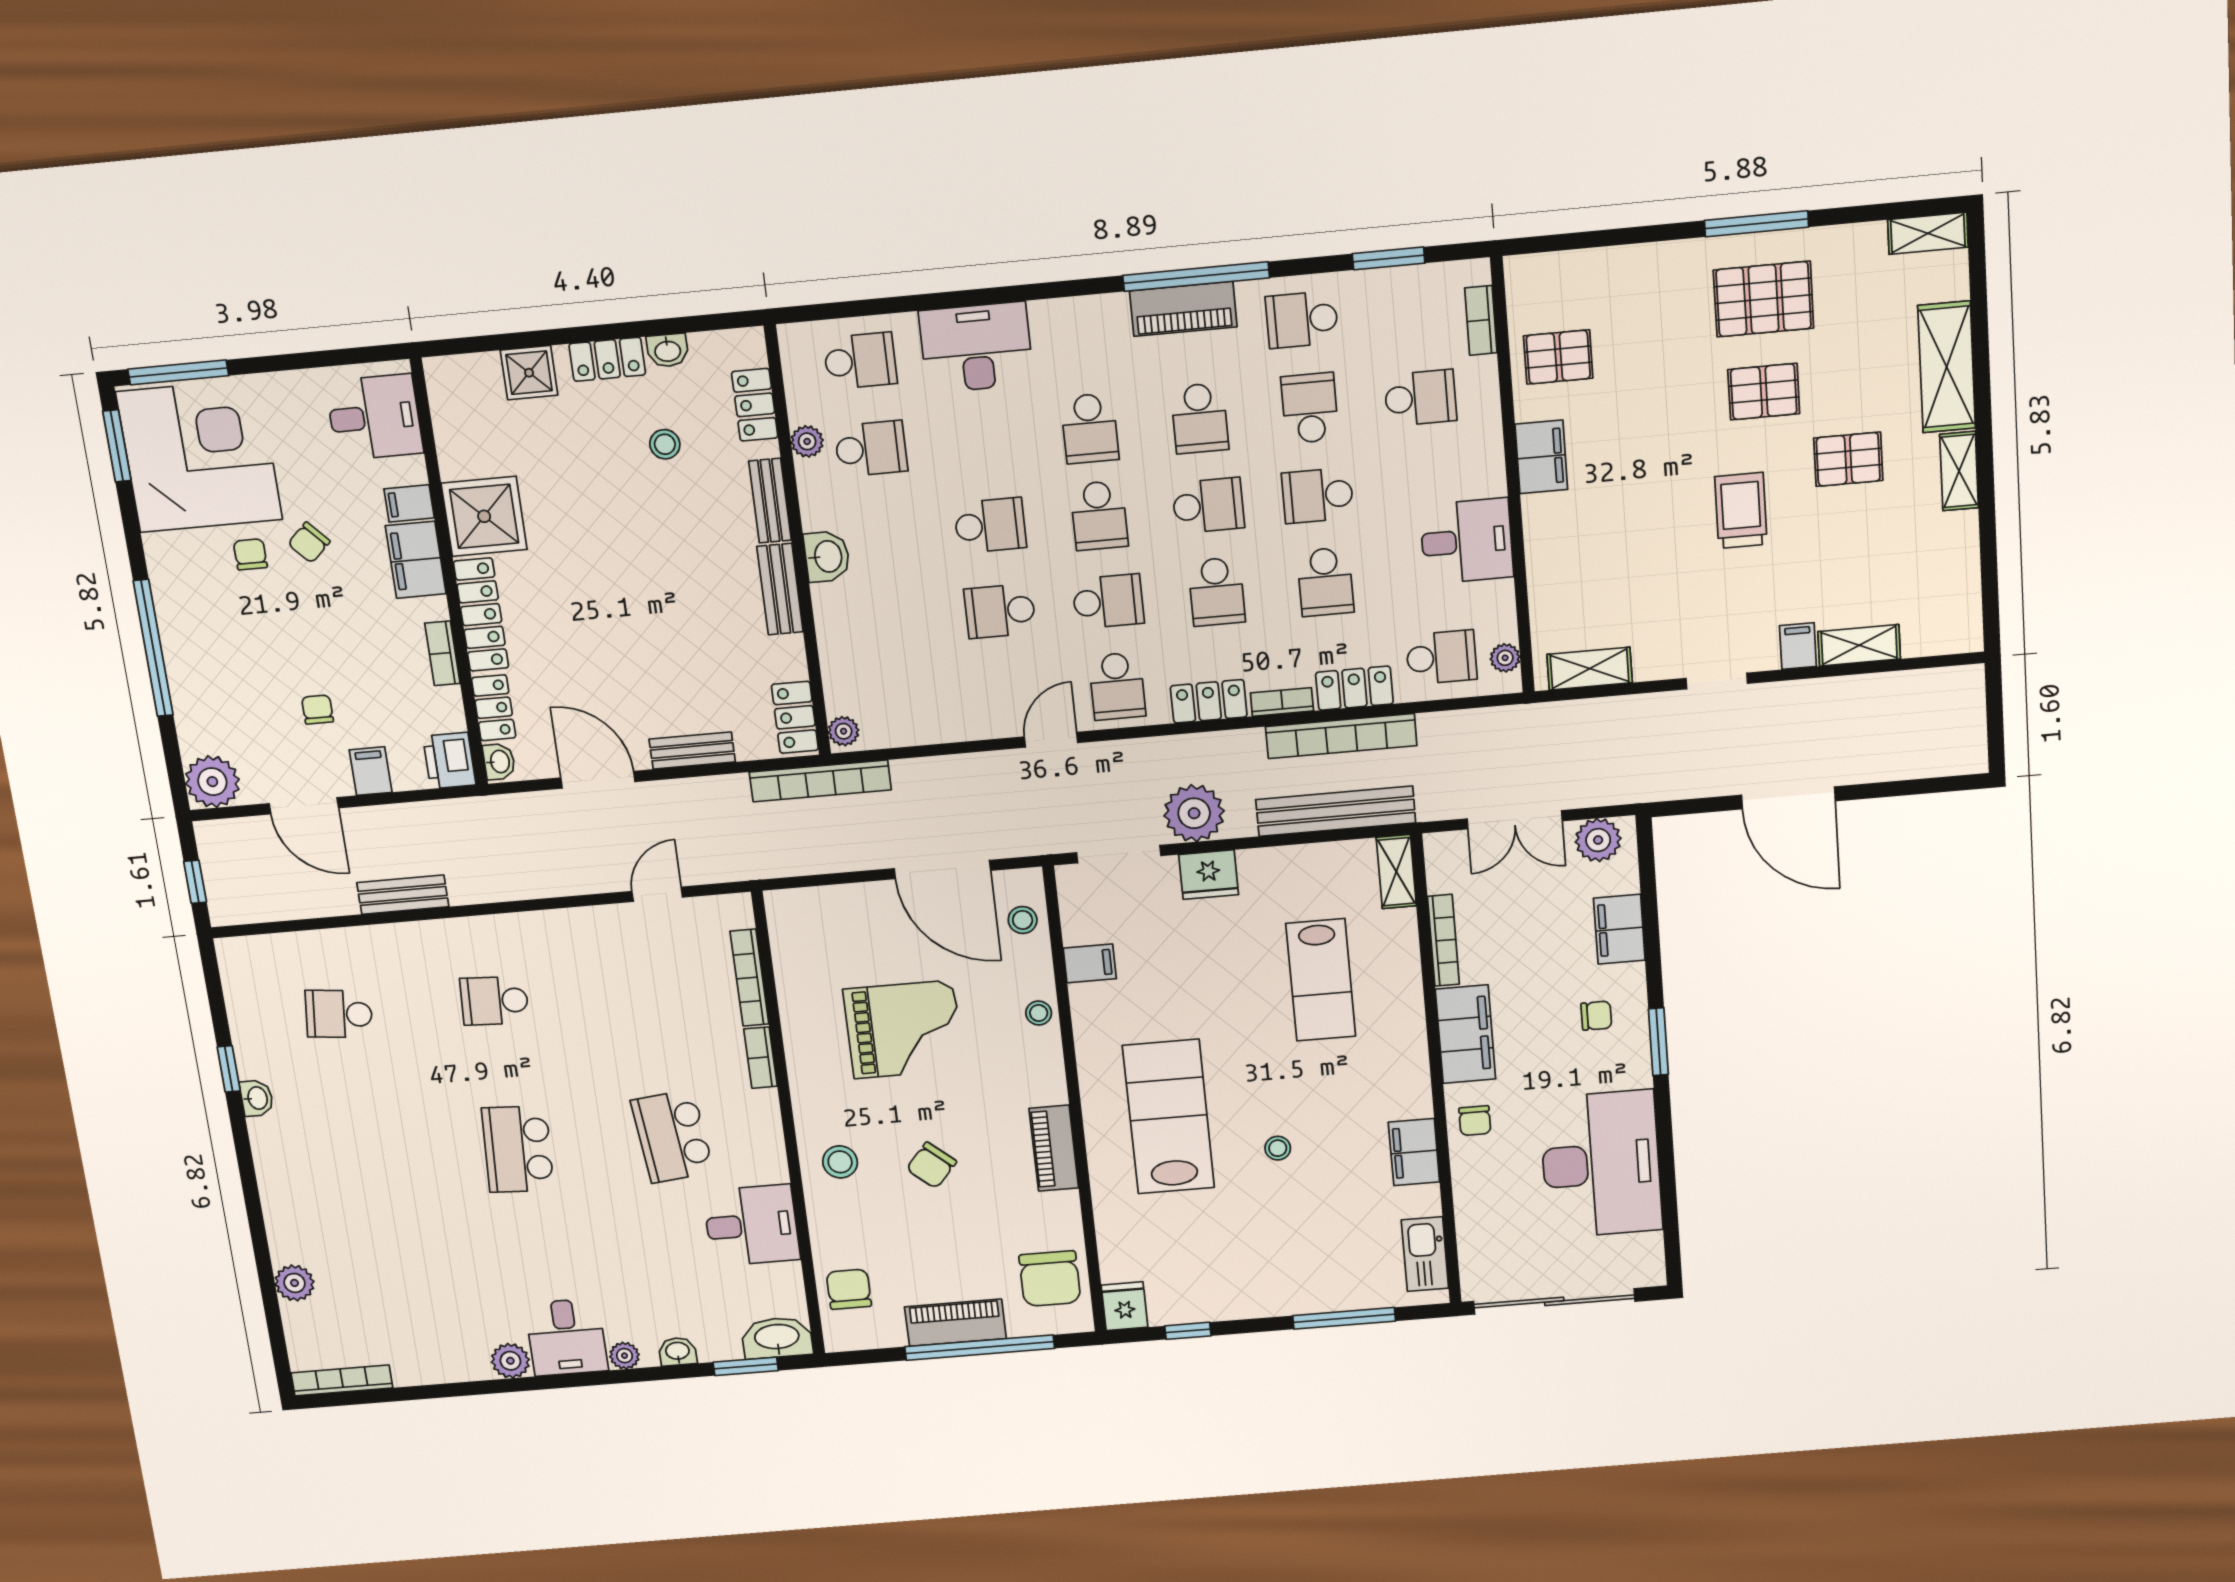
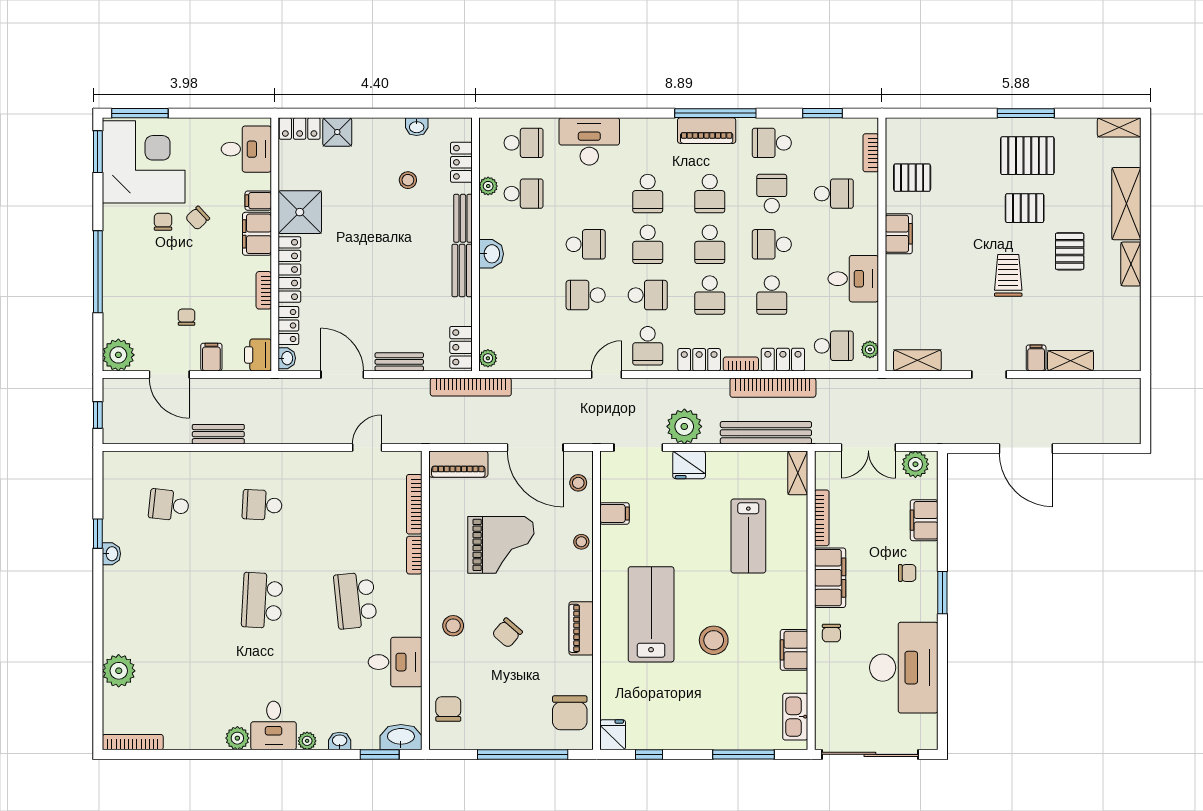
locker: (607, 359) -> (300, 129), moved
pallet: (1848, 459) -> (1070, 251), turned 90
school desk: (1208, 505) -> (710, 244), turned 90
stool: (1278, 1148) -> (714, 640), width x1.89, depth x1.89
plant: (294, 1283) -> (119, 671), width x1.36, depth x1.36
piano: (955, 1323) -> (458, 464), moved, turned 180

